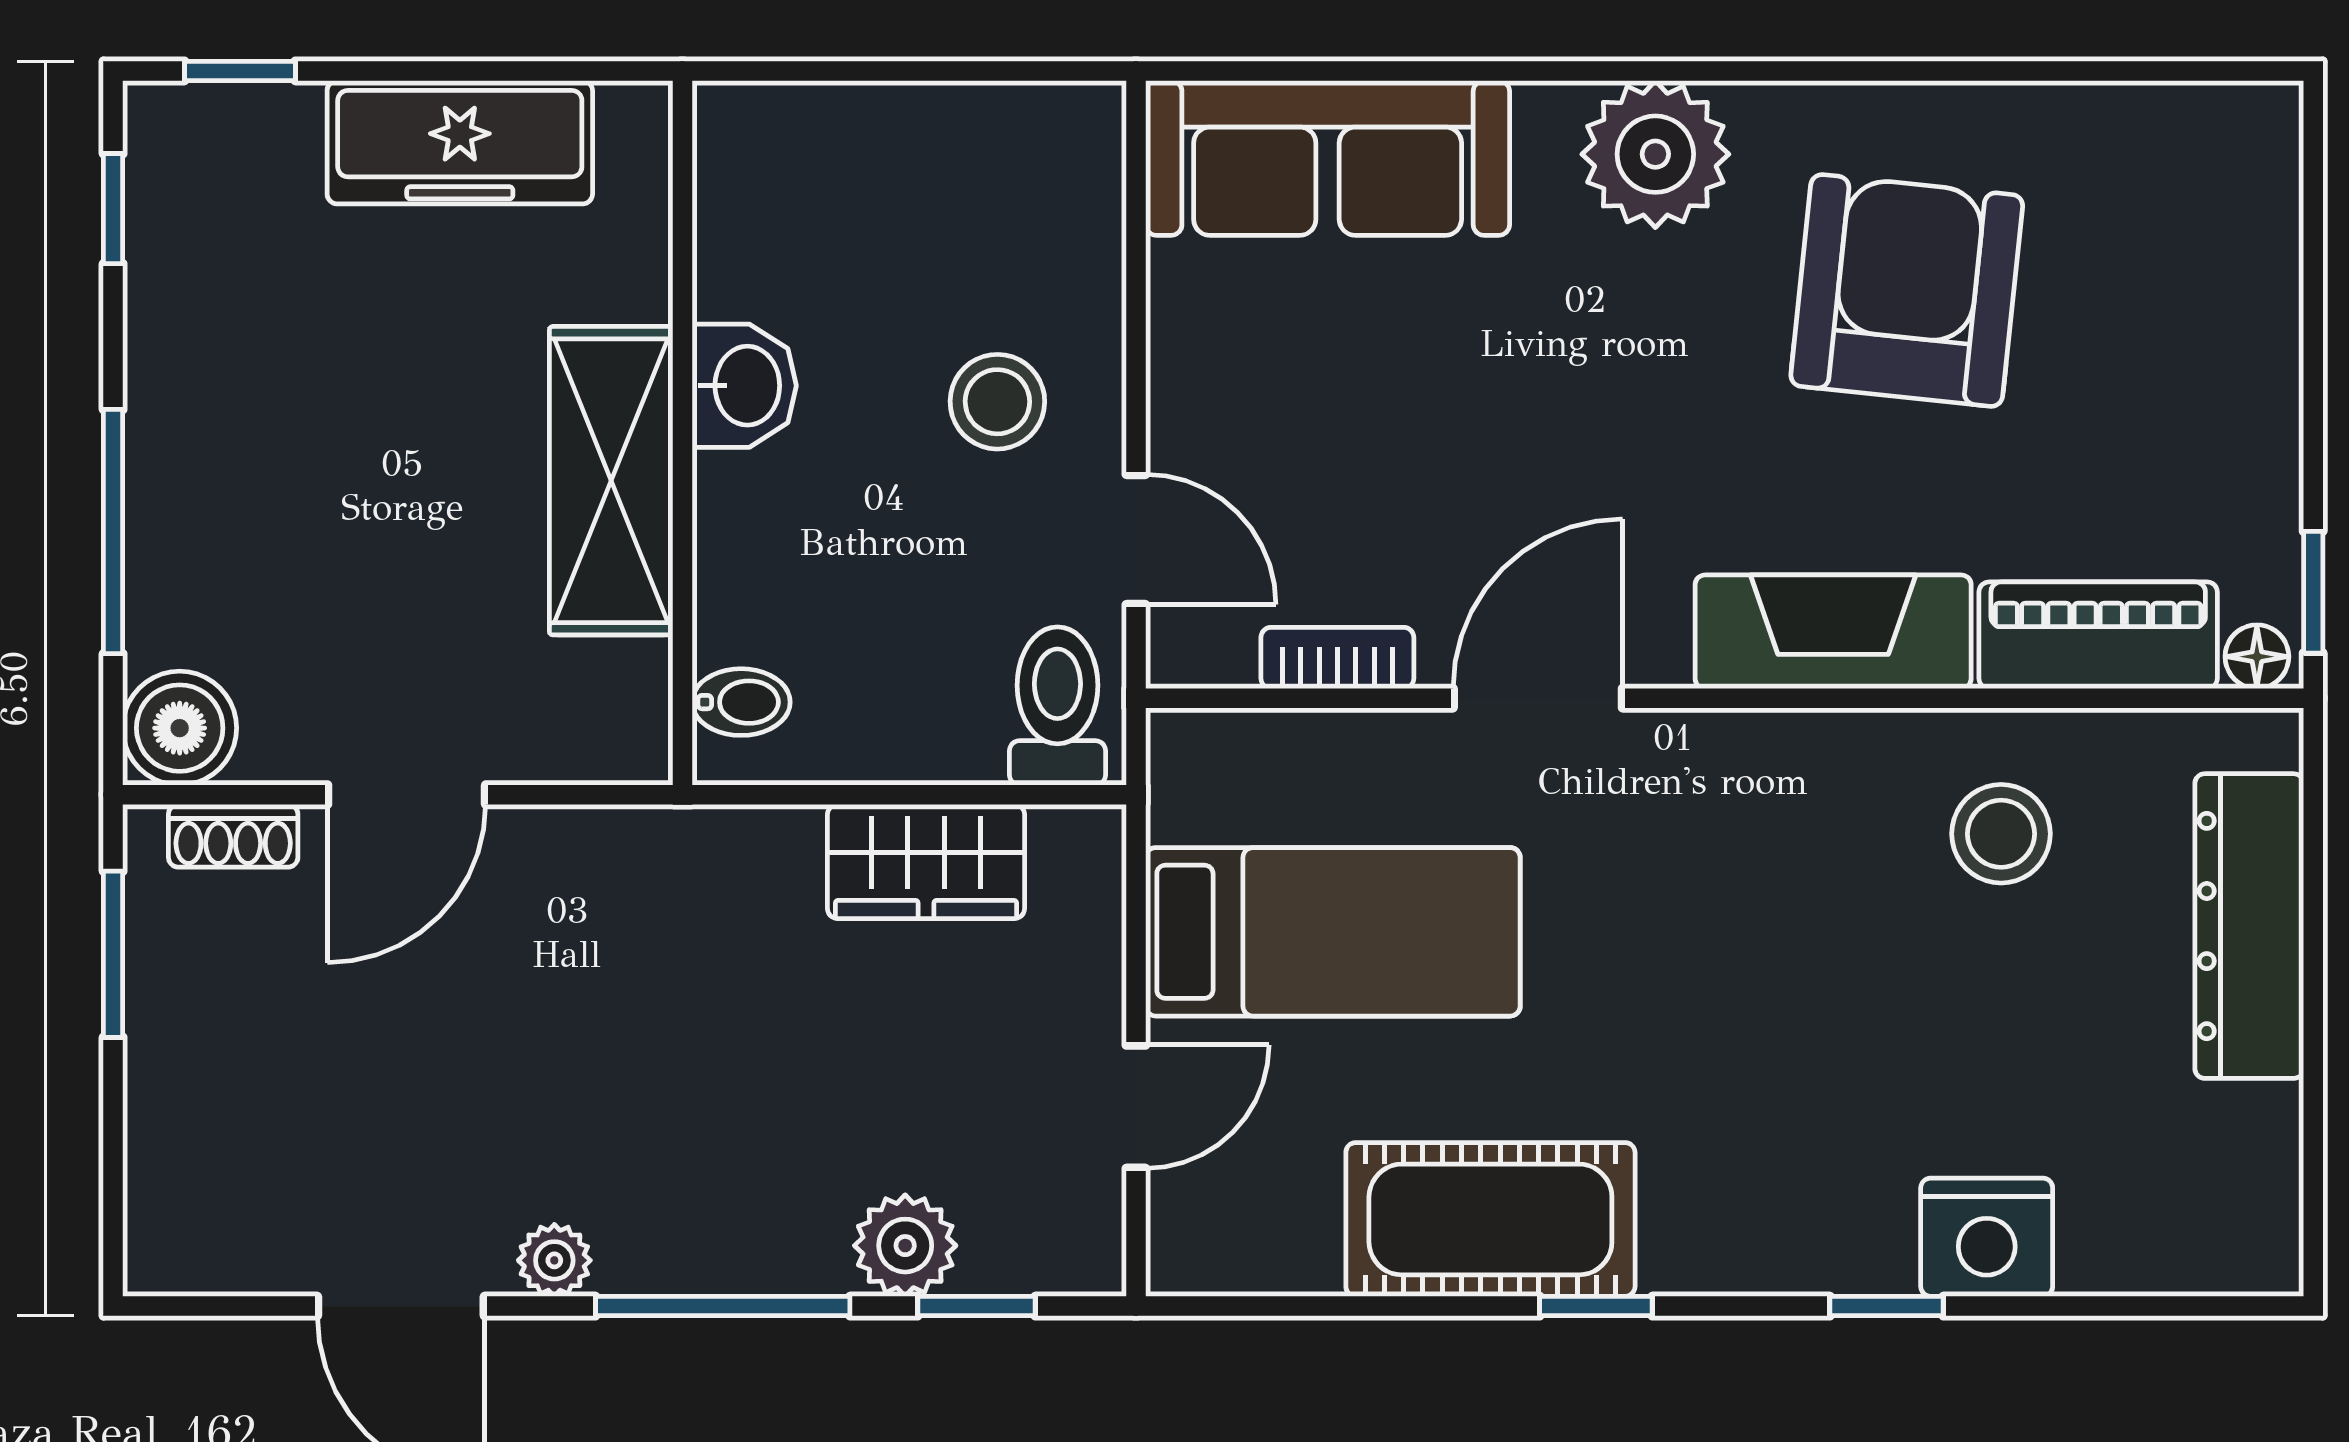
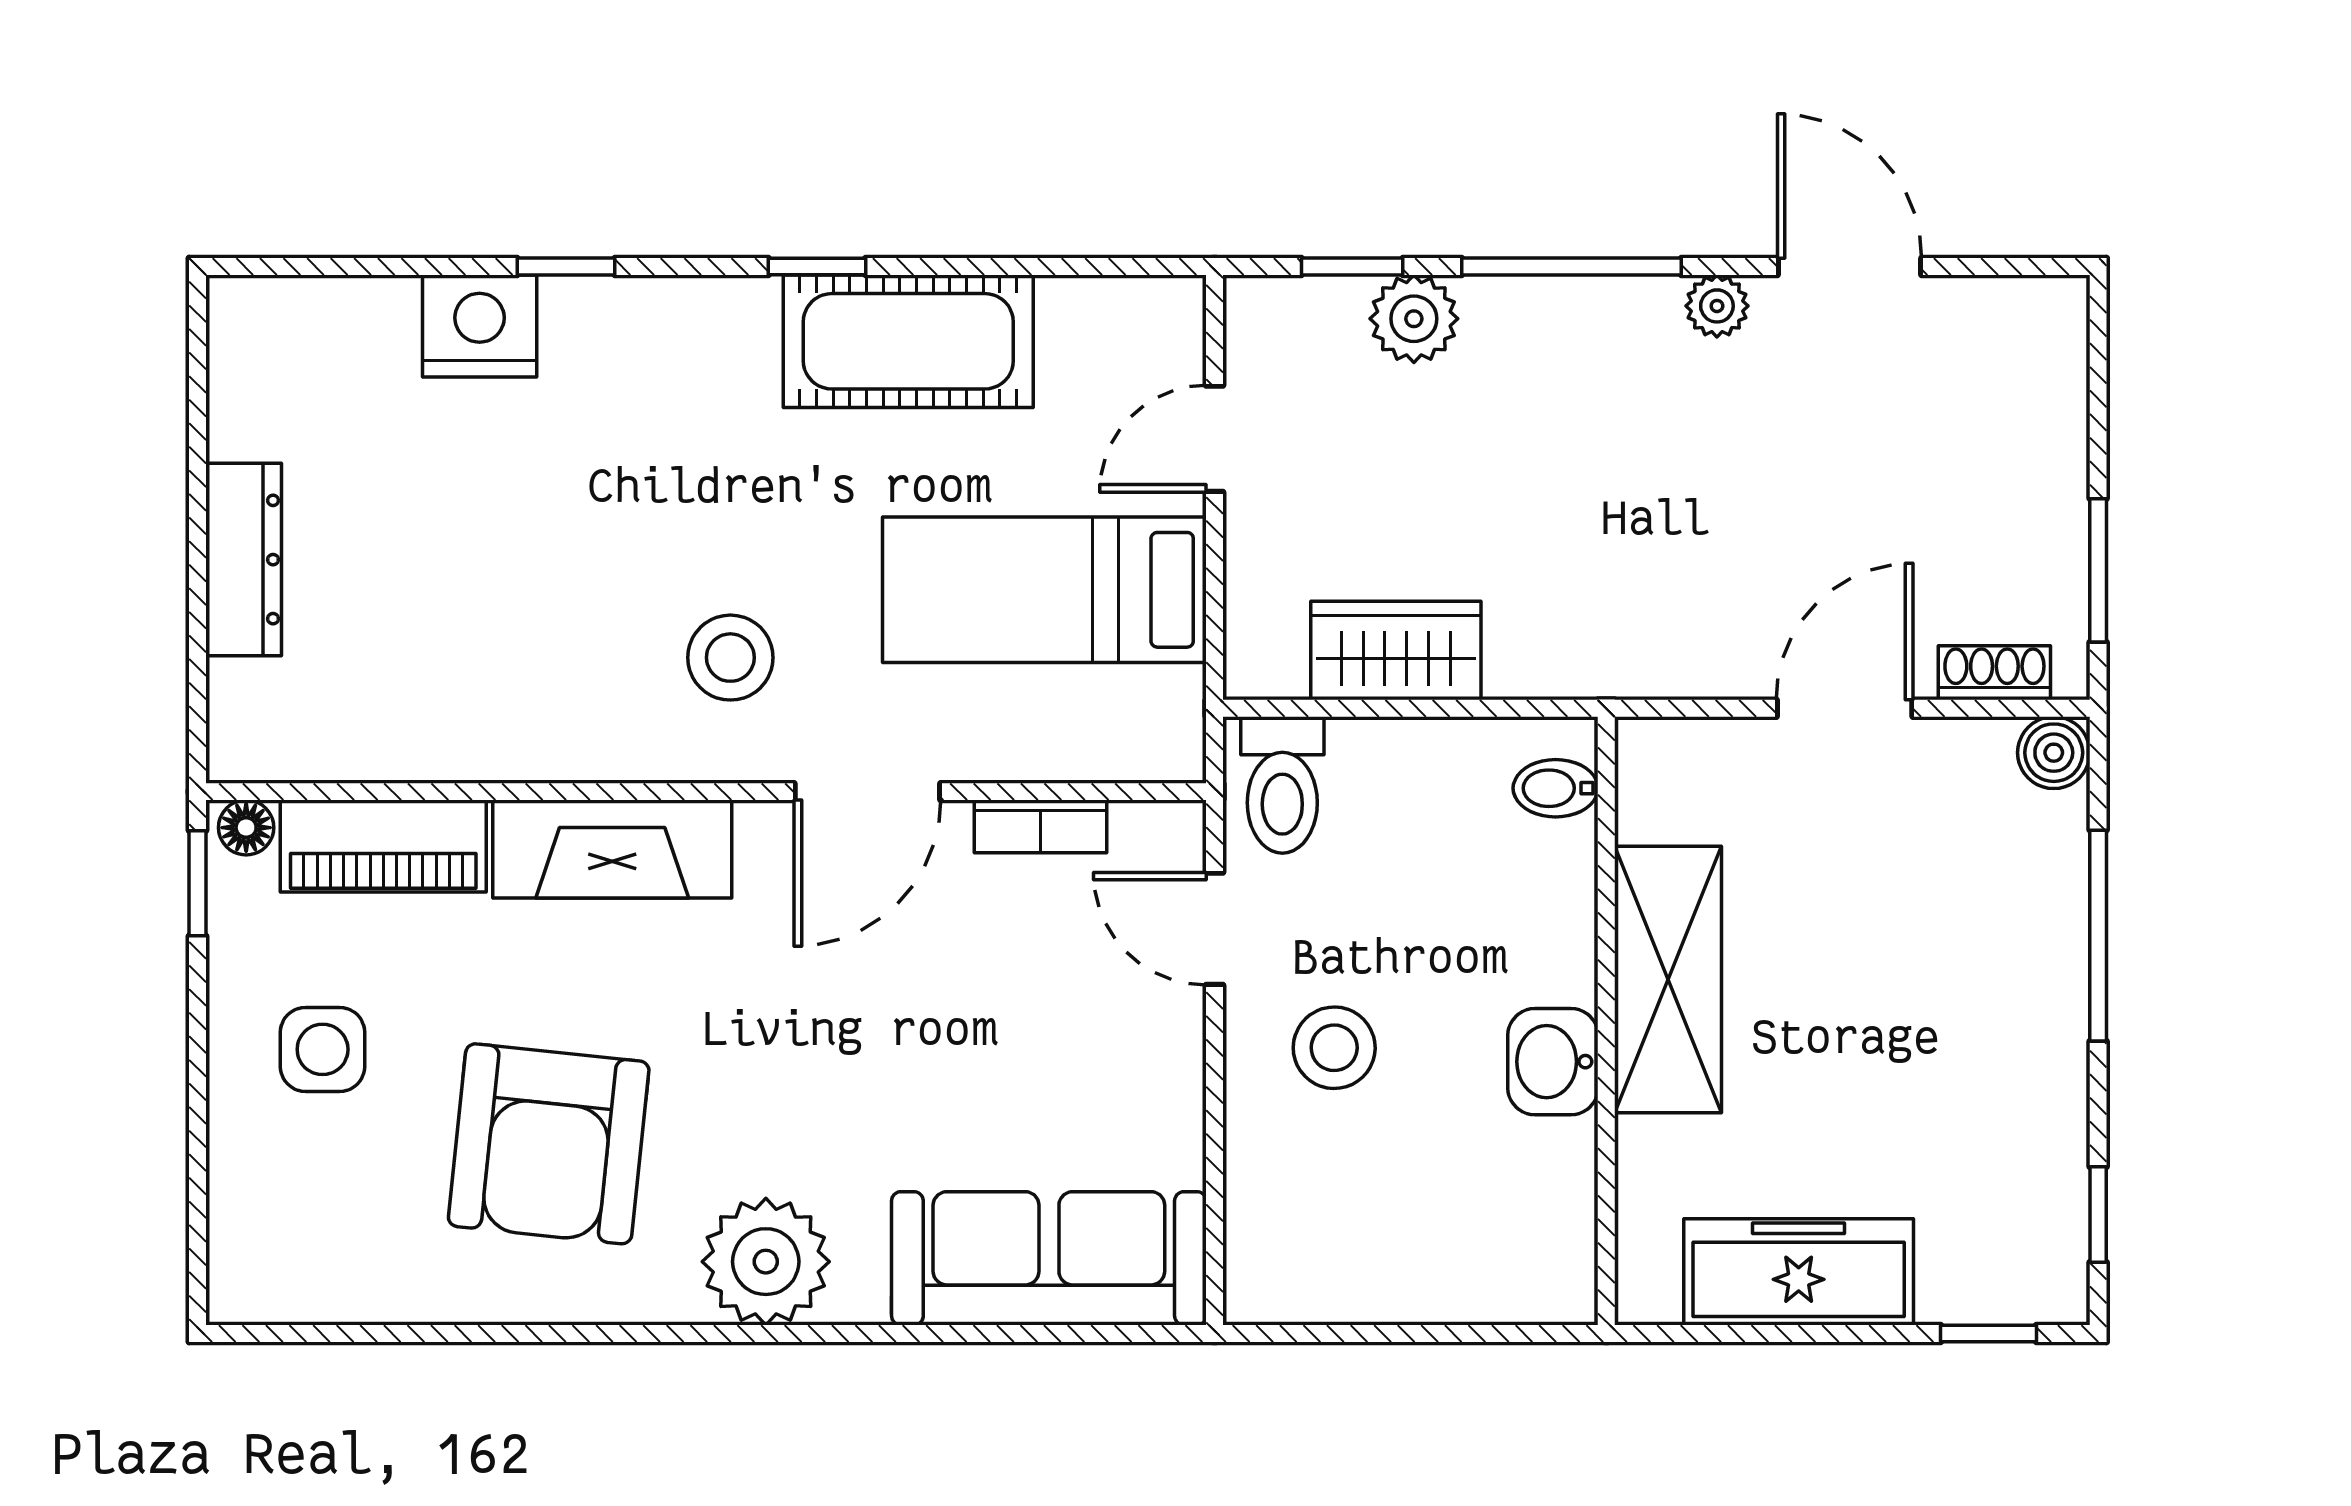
side table: (2168, 400) -> (323, 1049), added
boiler: (180, 728) -> (2054, 753), width x0.73, depth x0.73
stool: (2001, 834) -> (730, 658), moved
dresser: (2249, 926) -> (244, 560), width x0.73, depth x0.80

